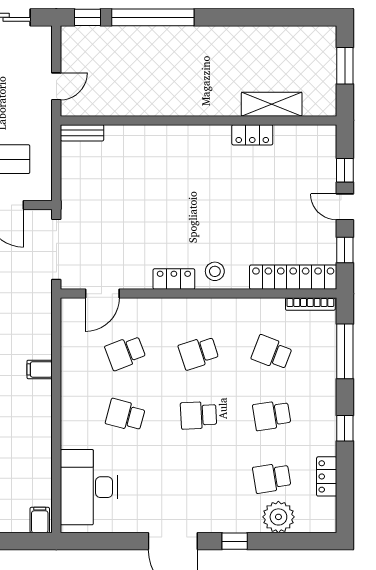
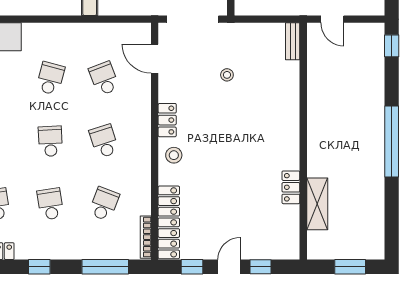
window: (153, 17) -> (392, 142), moved
stool: (121, 209) -> (227, 75), added

